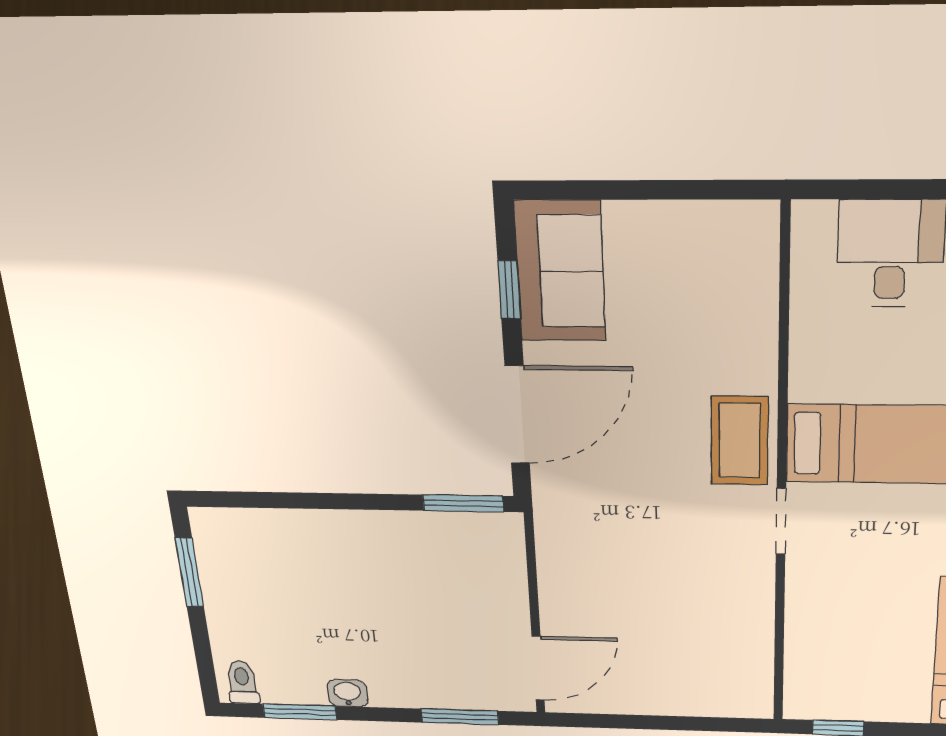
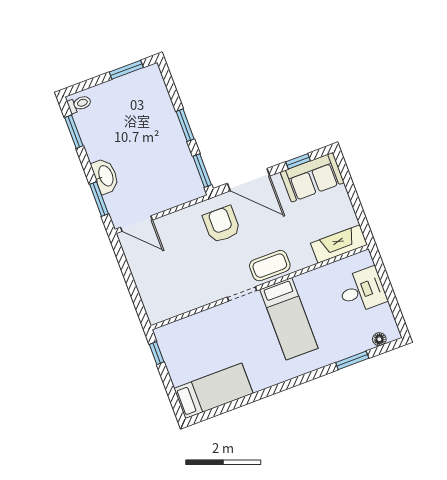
fireplace: (750, 267) -> (339, 244), added
window: (347, 501) -> (185, 125), added
armchair: (602, 507) -> (222, 224), added
washbasin: (347, 693) -> (105, 176), moved, width x1.91, depth x1.45

